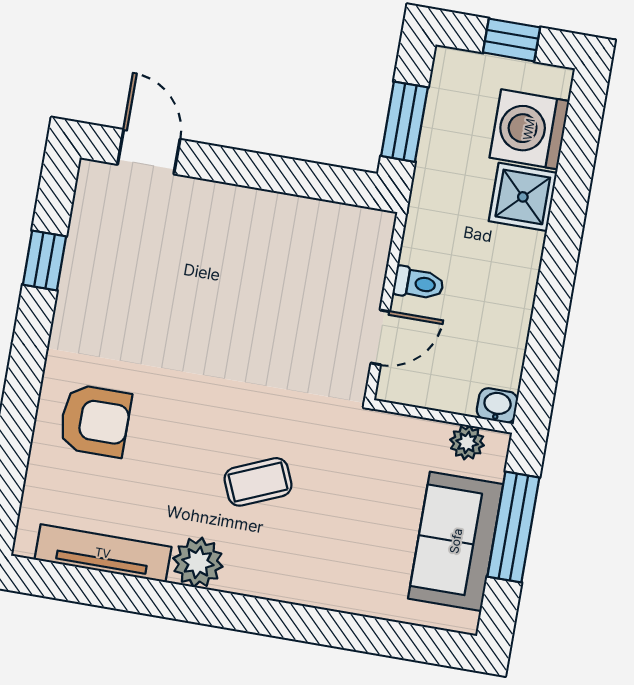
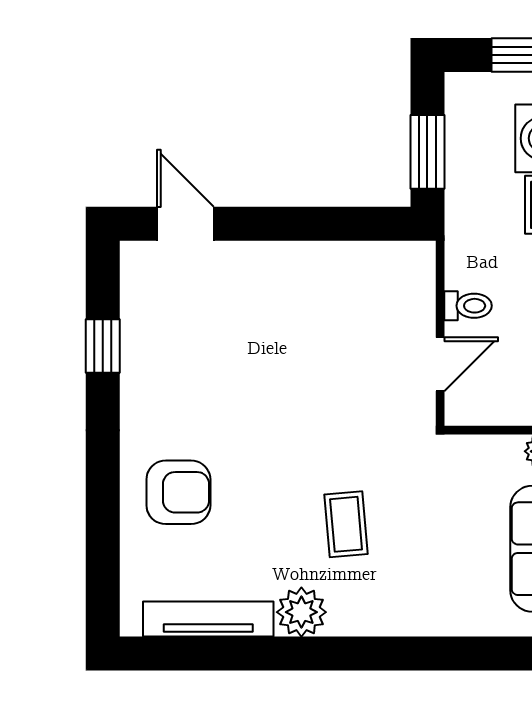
coffee table: (258, 482) -> (346, 524), turned -72

